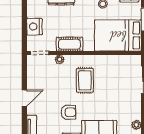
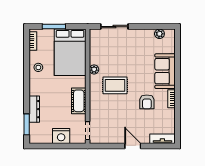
plant: (59, 59) -> (94, 69), moved
armchair: (68, 112) -> (147, 102), turned 180

